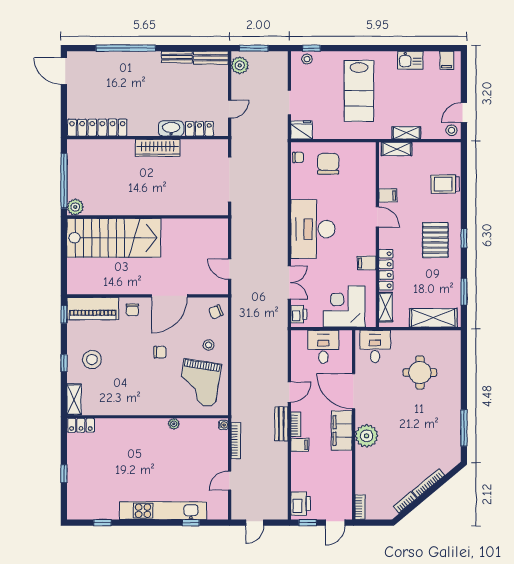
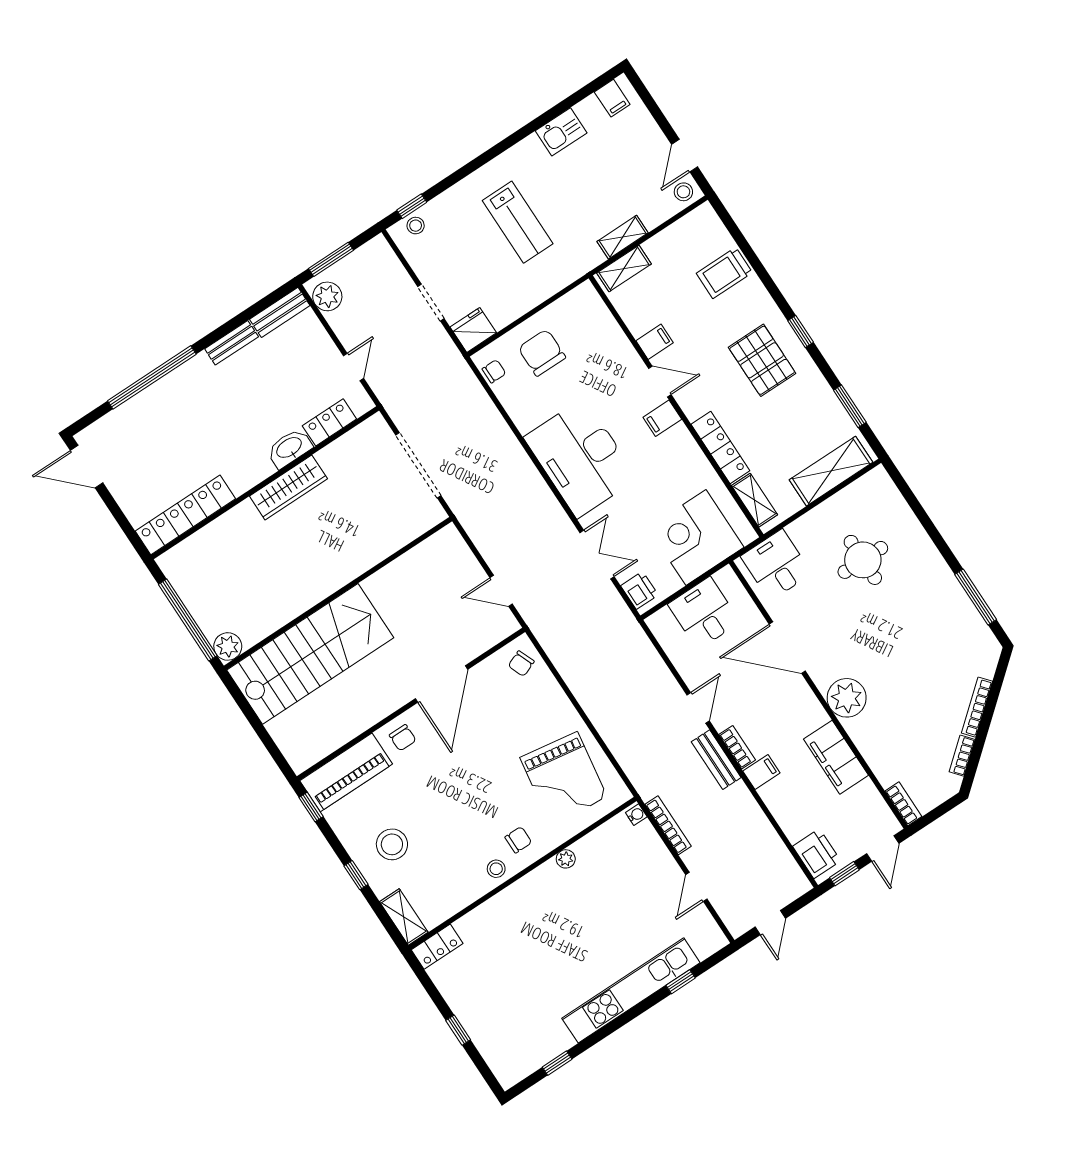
lab bench: (359, 91) -> (518, 222), width x0.73, depth x0.72
filing cabinet: (367, 263) -> (662, 418), moved
stool: (209, 345) -> (496, 869), moved
chair: (160, 352) -> (518, 840), moved
filing cabinet: (342, 431) -> (836, 757), moved

